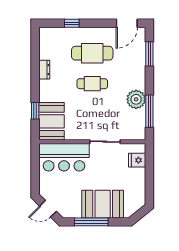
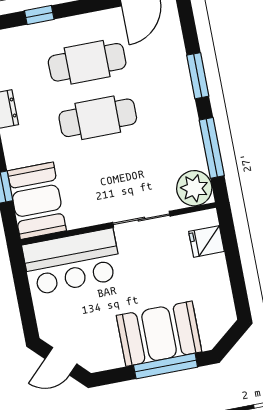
window: (149, 54) -> (198, 76), moved
cafe table: (92, 84) -> (98, 118), width x1.37, depth x1.35
plant: (136, 99) -> (194, 188), moved
window: (91, 222) -> (166, 366), moved

